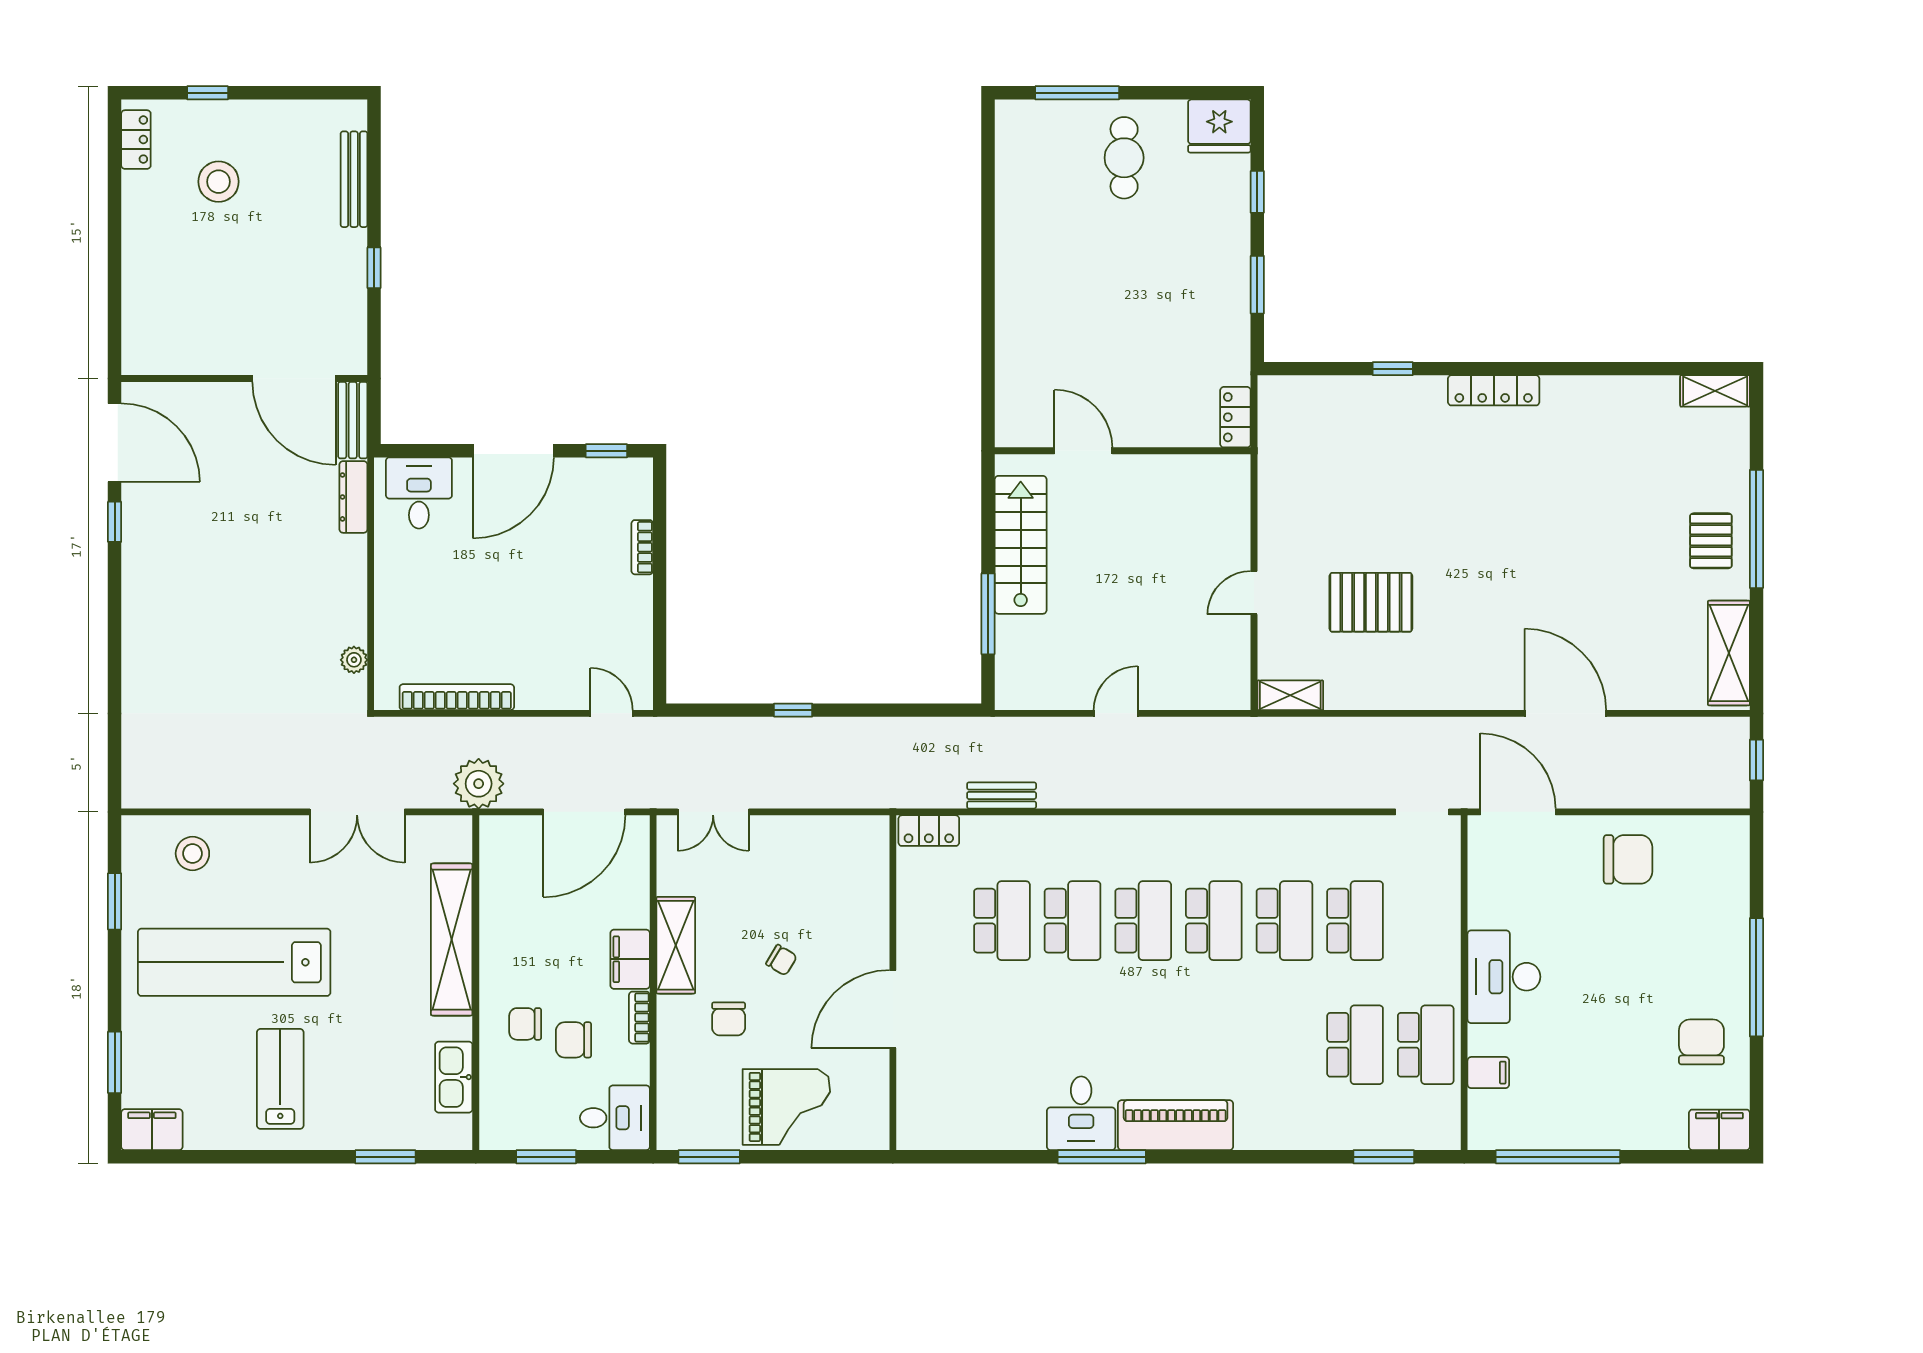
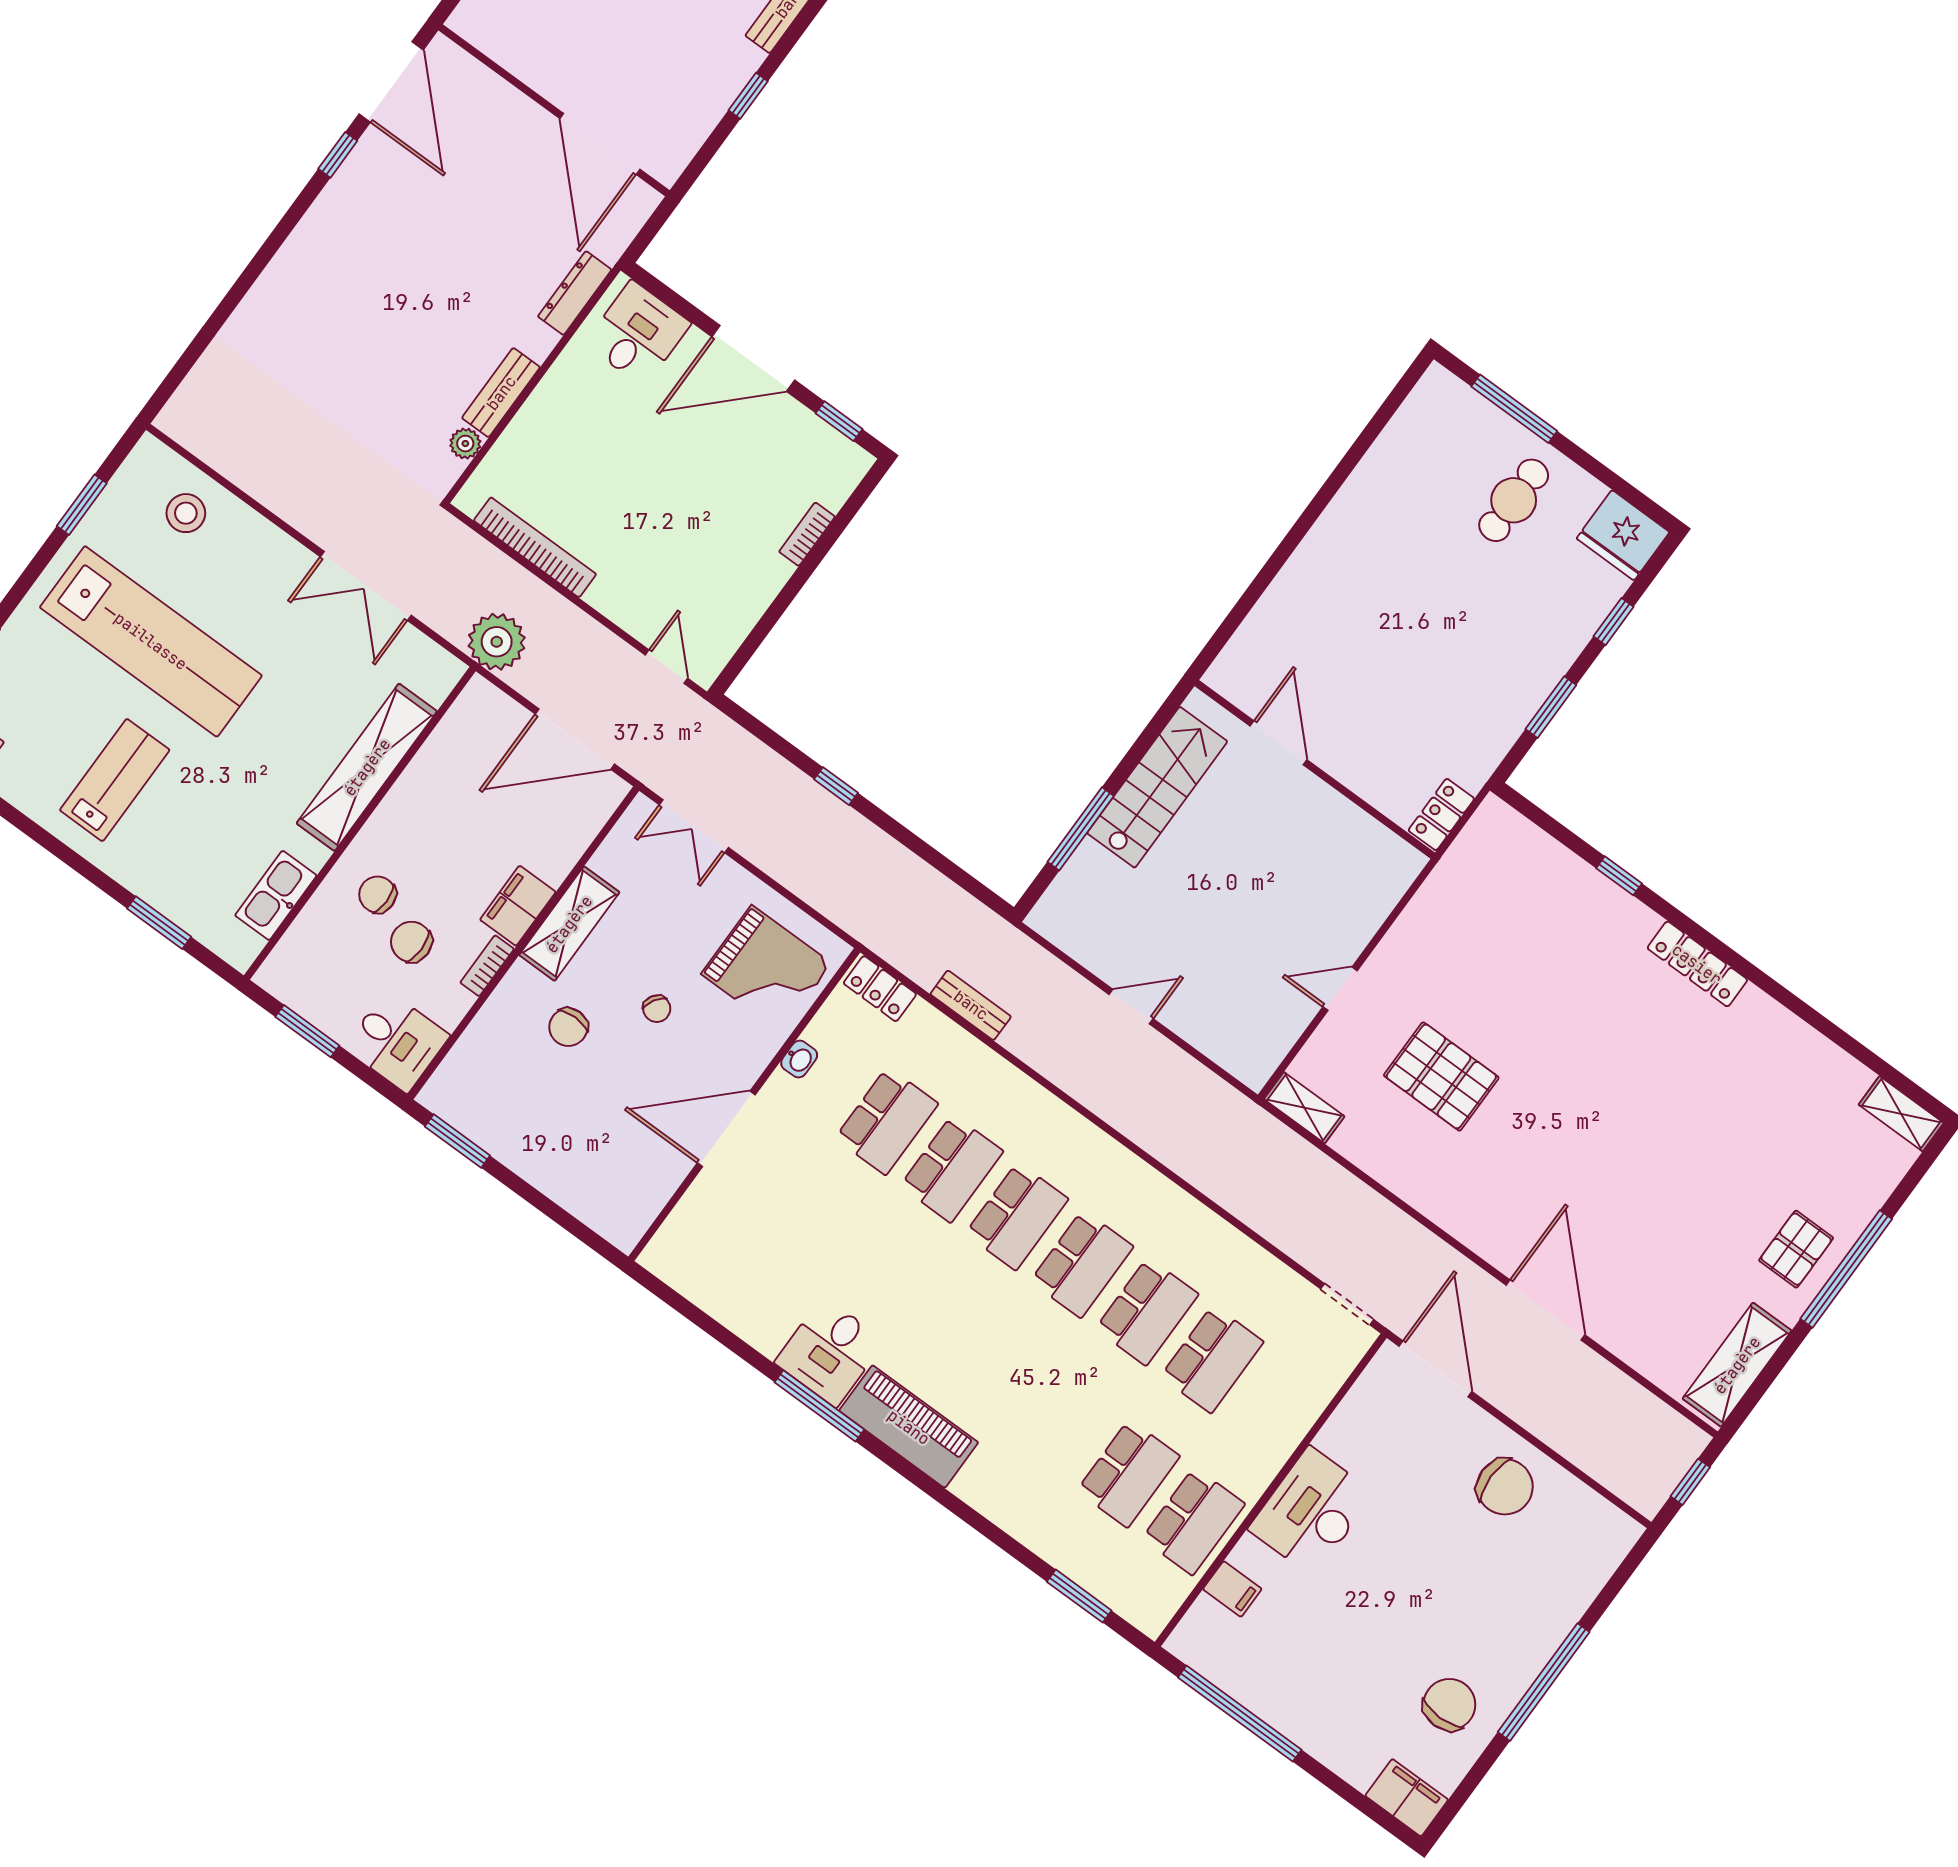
bench: (353, 420) -> (501, 393), moved
washbasin: (908, 922) -> (799, 1059), added
lab bench: (234, 962) -> (151, 641), turned 180
grand piano: (786, 1107) -> (766, 969), moved

